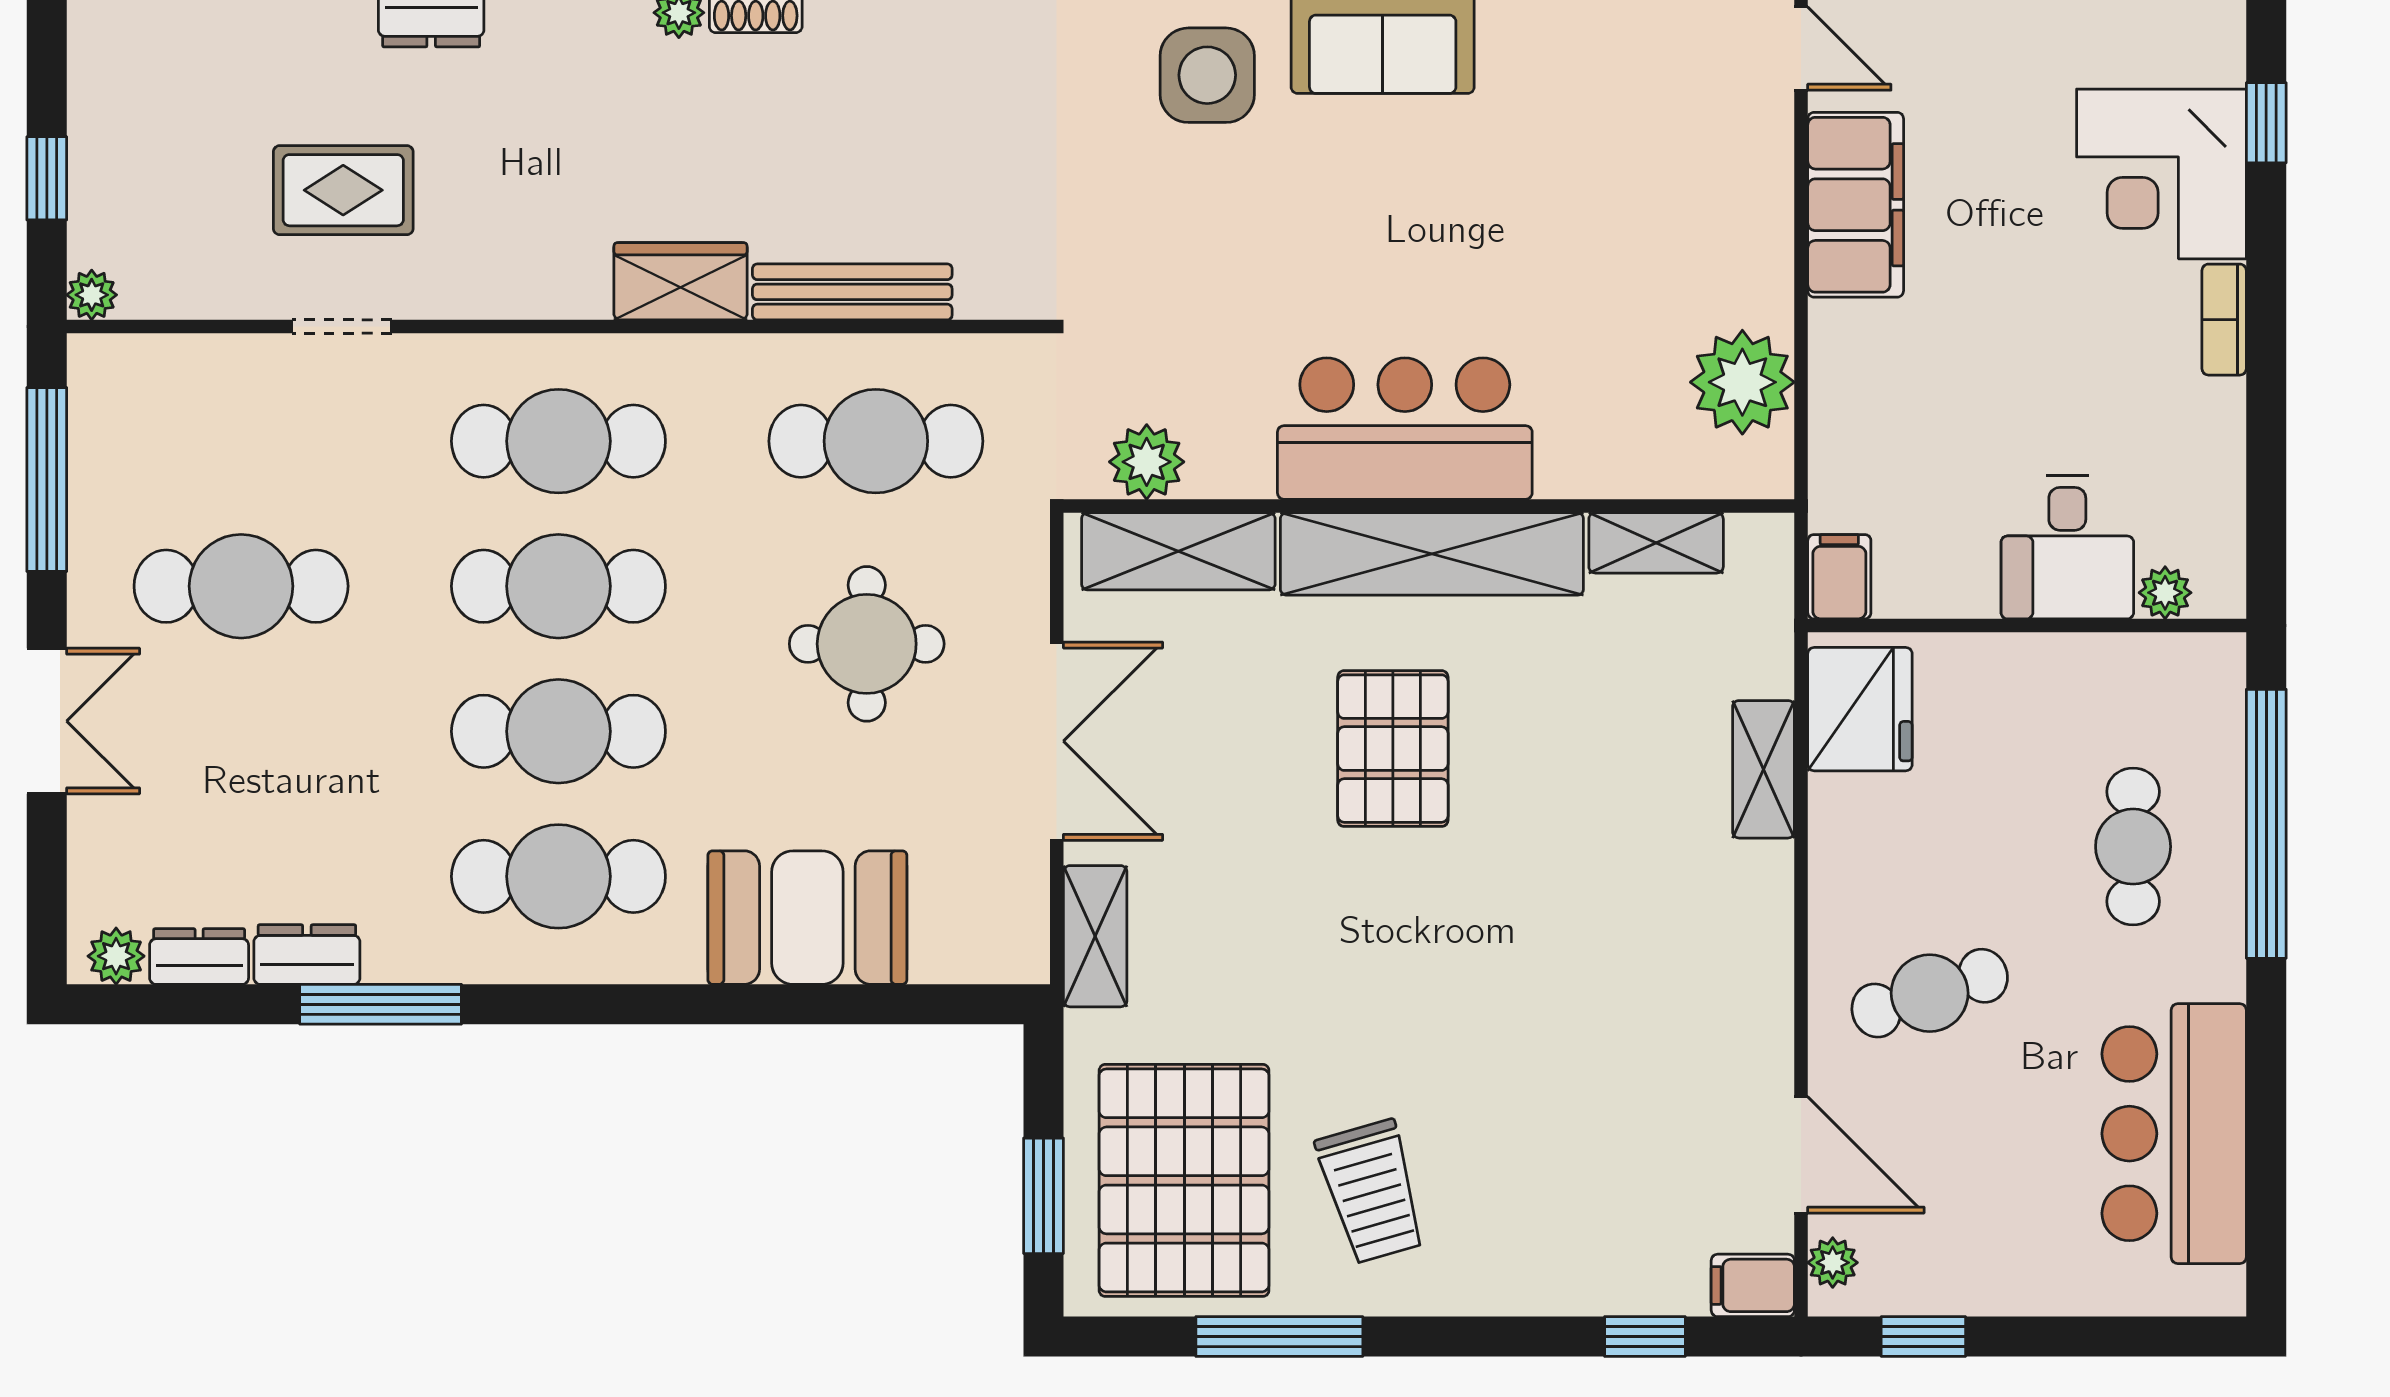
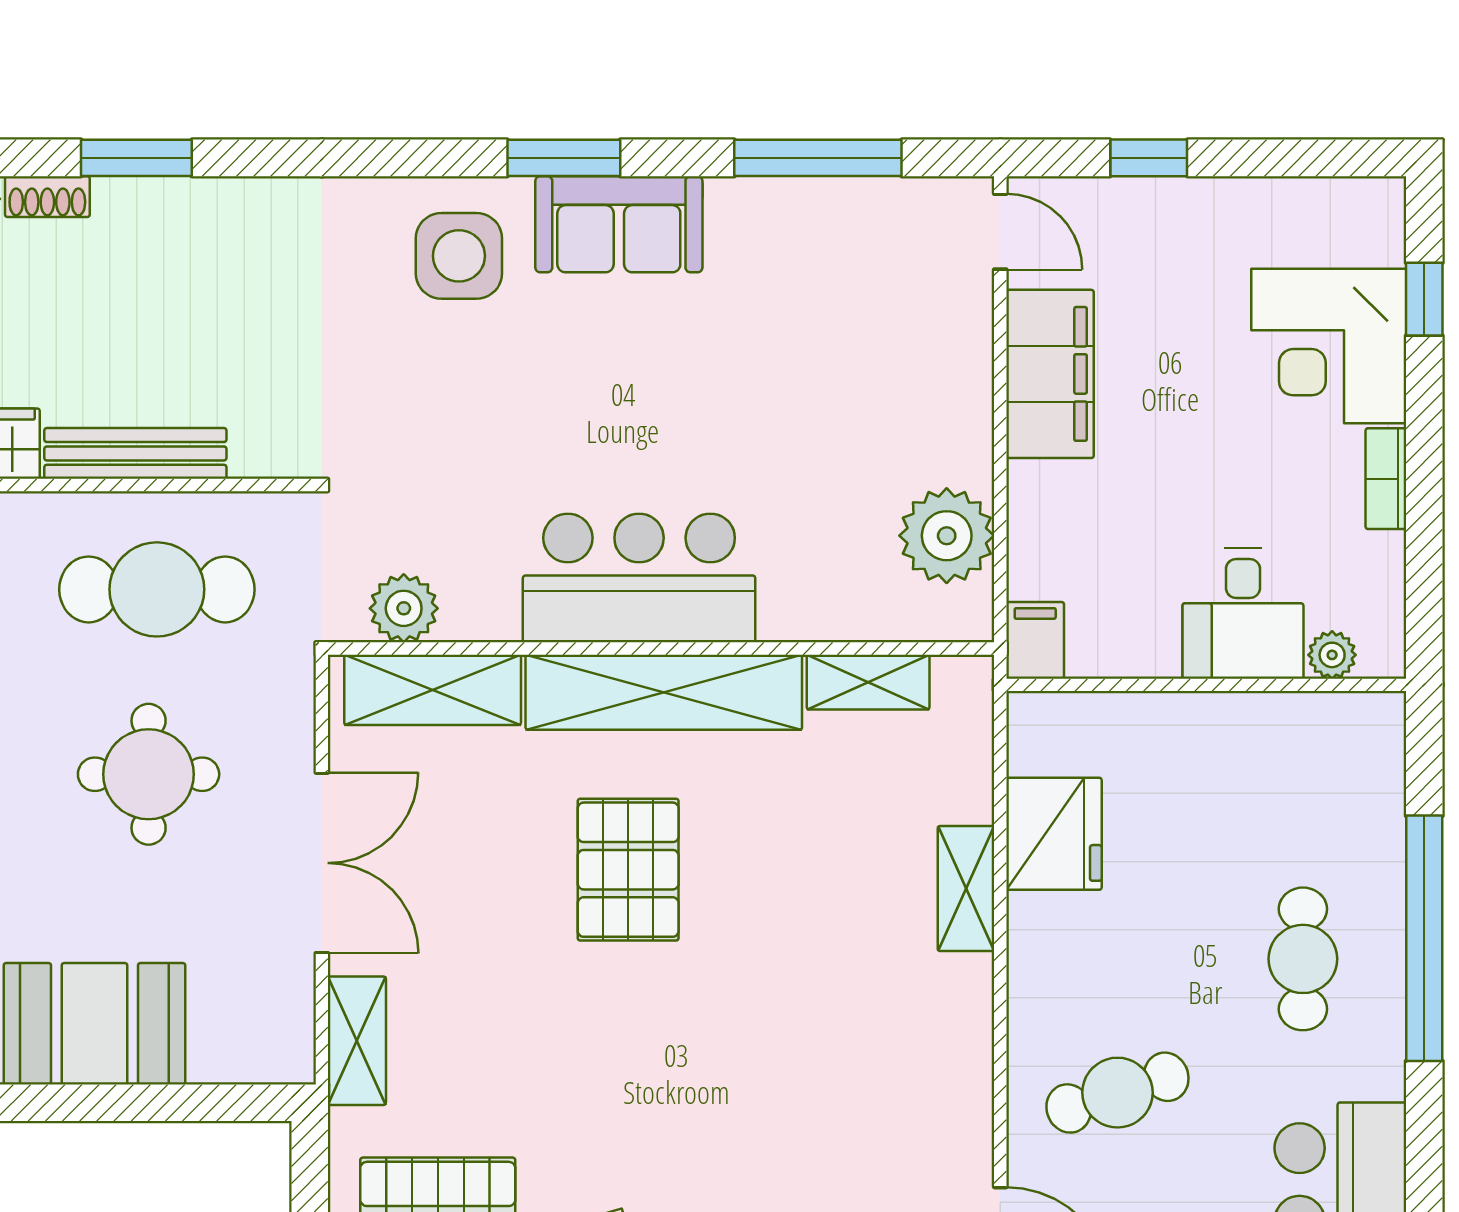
desk: (2067, 547) -> (1243, 614), moved
filing cabinet: (1839, 577) -> (1035, 640), moved
plant: (2165, 593) -> (1332, 655), moved
wall: (2027, 626) -> (1206, 685), moved

